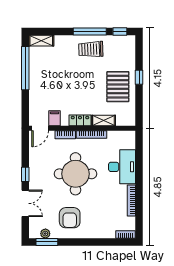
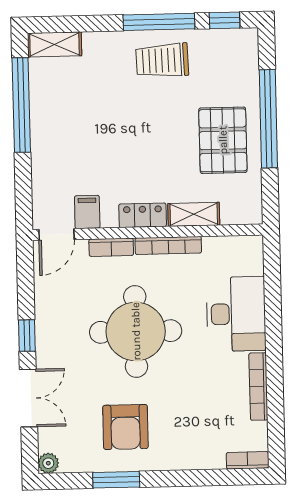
window: (139, 77) -> (268, 119), width x3.17
plant: (45, 234) -> (48, 463), moved
window: (47, 242) -> (116, 480), moved

